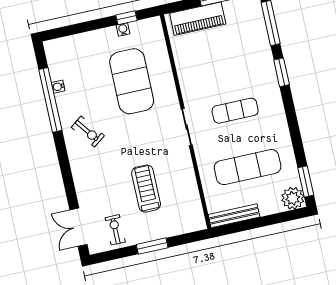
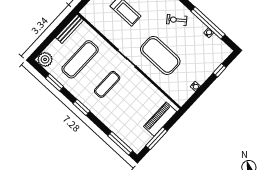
window: (127, 18) -> (220, 70), moved
window: (282, 72) -> (81, 107), moved
exercise mat: (132, 81) -> (160, 55), moved
window: (306, 181) -> (55, 82), moved

